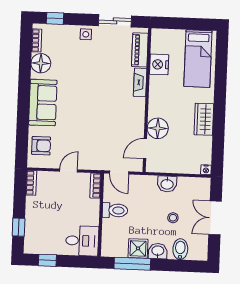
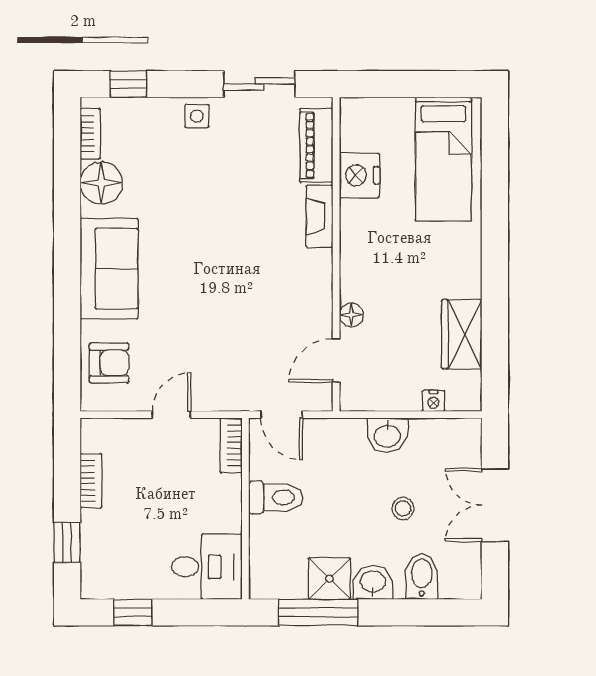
wardrobe: (204, 119) -> (462, 334), moved
floor lamp: (158, 128) -> (351, 315), width x0.53, depth x0.53
nightstand: (206, 170) -> (433, 401), moved
bookcase: (31, 183) -> (91, 481), moved

